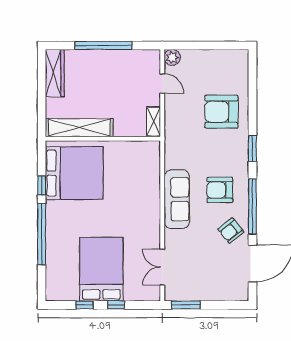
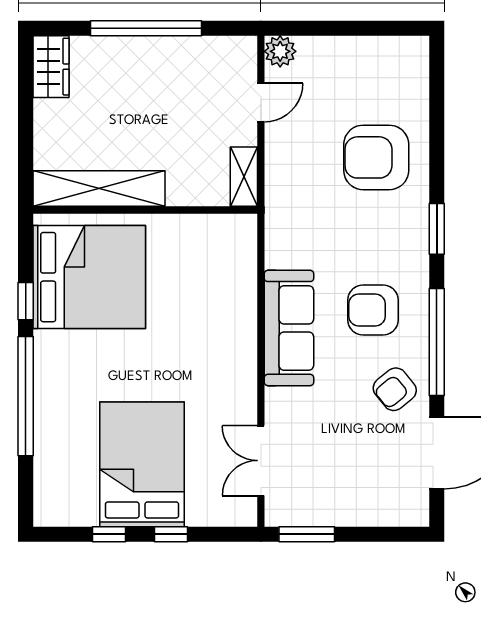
wardrobe: (55, 73) -> (51, 67), width x0.67
door: (162, 84) -> (261, 102), hinge flipped

